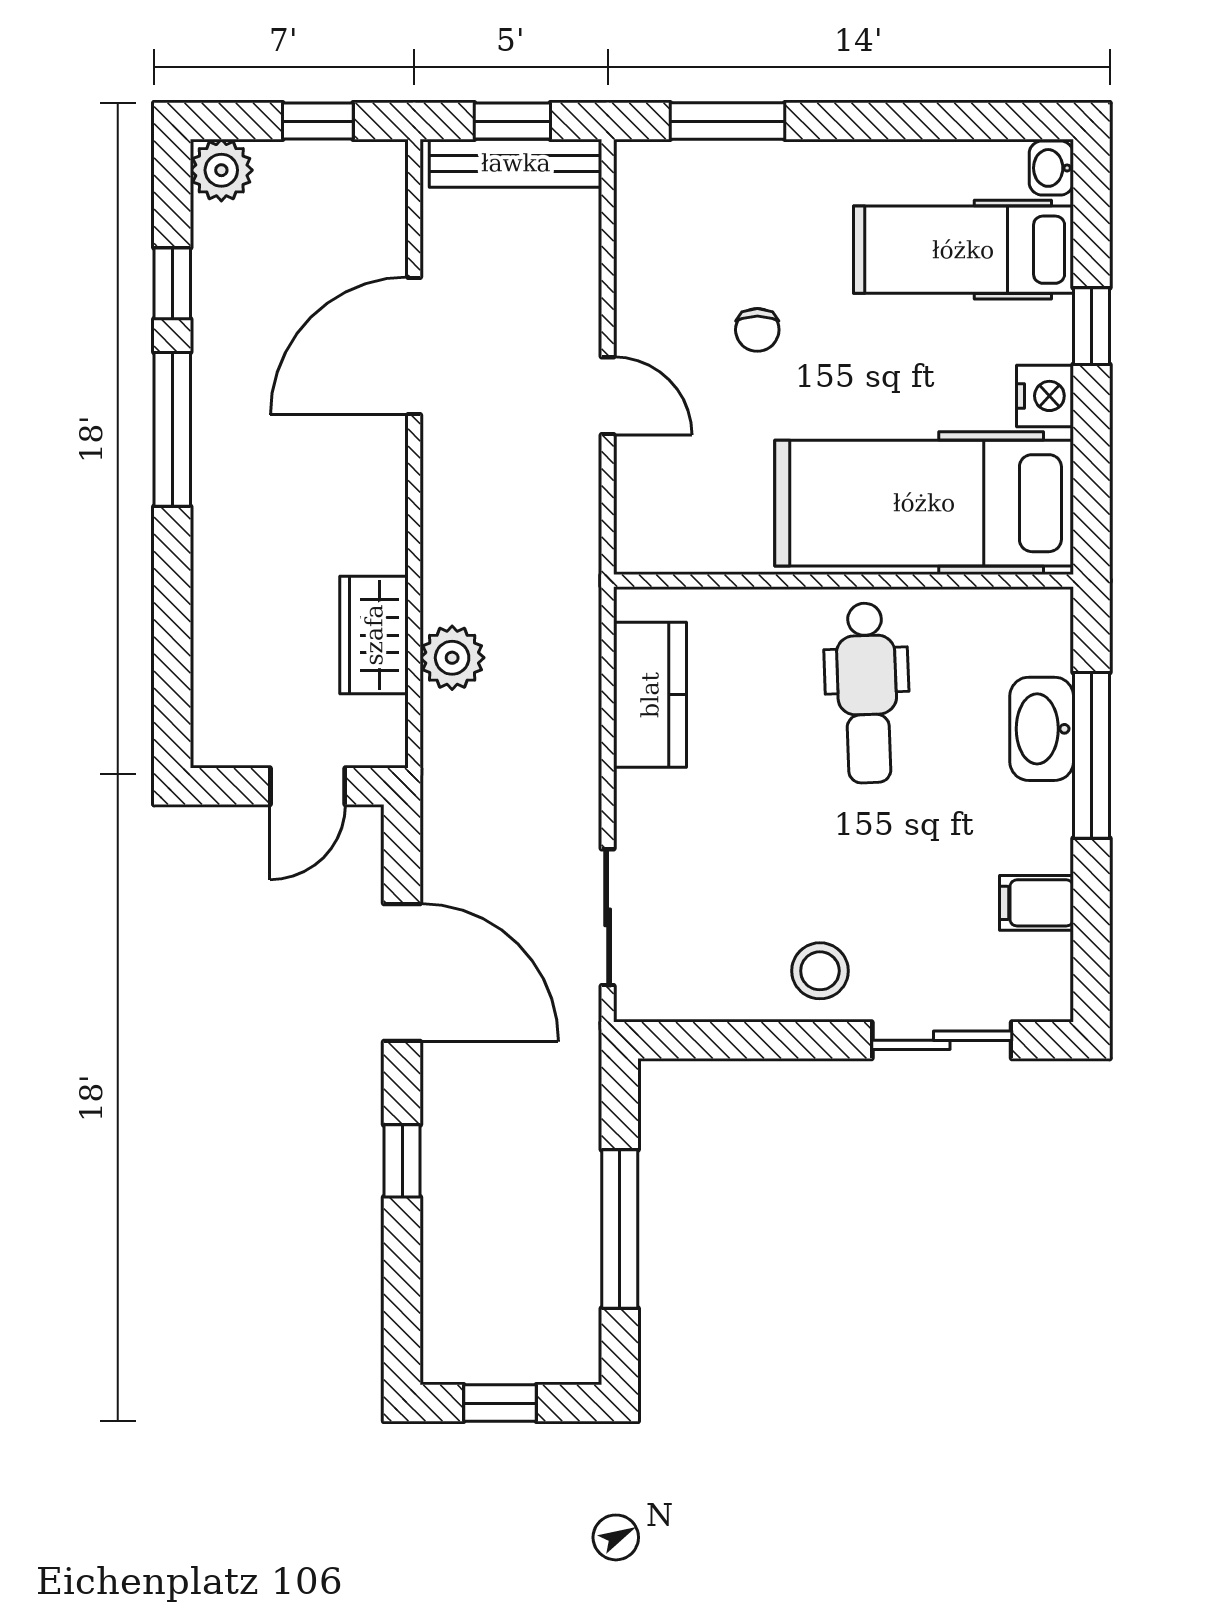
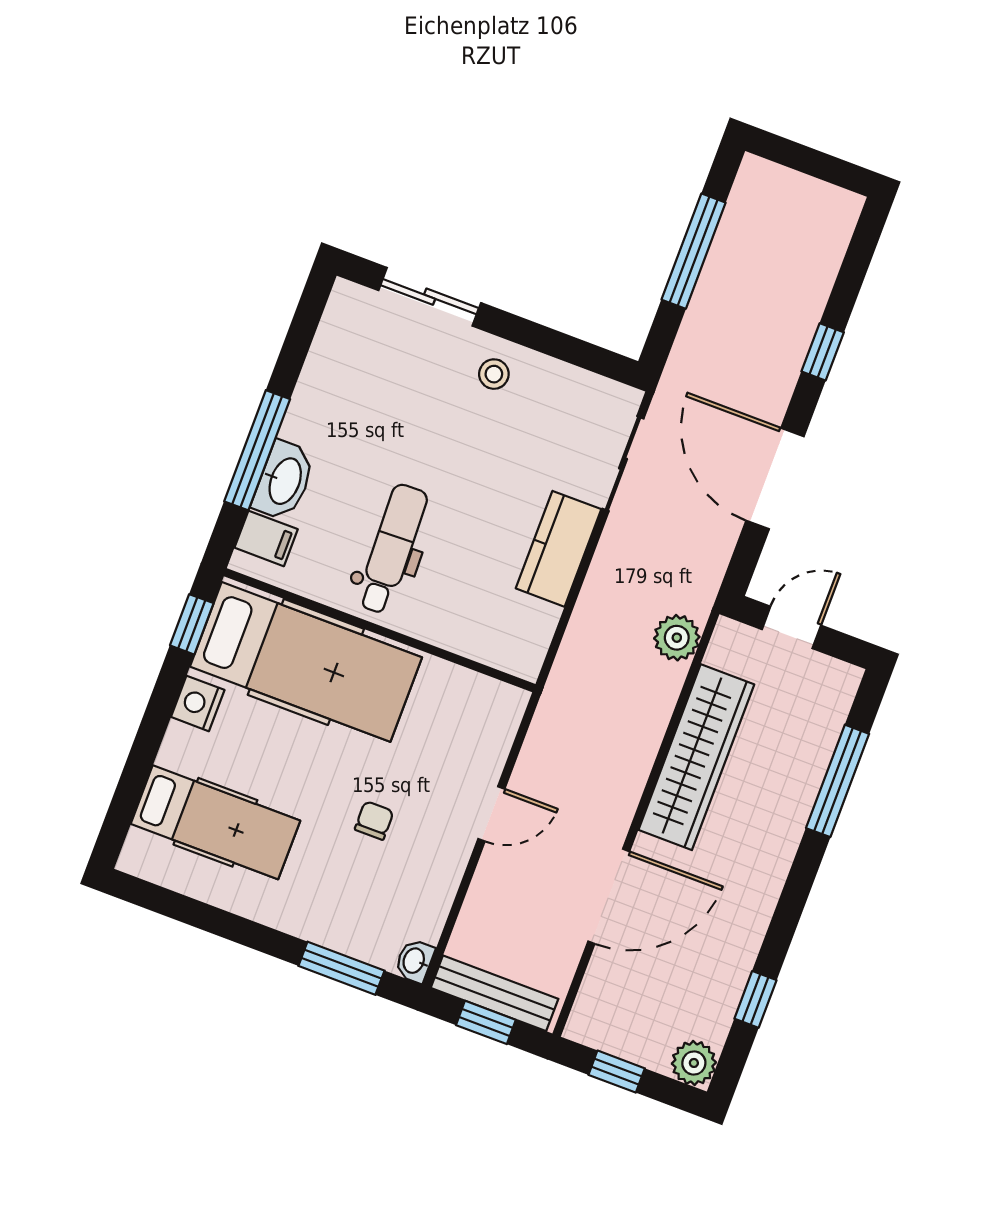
washbasin: (1051, 168) -> (415, 961), moved, turned 180
window: (1091, 326) -> (192, 624), moved
door: (608, 396) -> (491, 814), swing flipped
window: (172, 429) -> (838, 781), moved
wardrobe: (374, 635) -> (696, 757), width x2.10, depth x1.17
plant: (452, 658) -> (677, 638), moved
kitchen counter: (650, 695) -> (558, 549), moved
filing cabinet: (1036, 903) -> (266, 538), moved
stool: (820, 971) -> (494, 374), width x0.73, depth x0.73
window: (500, 1403) -> (818, 164), removed

